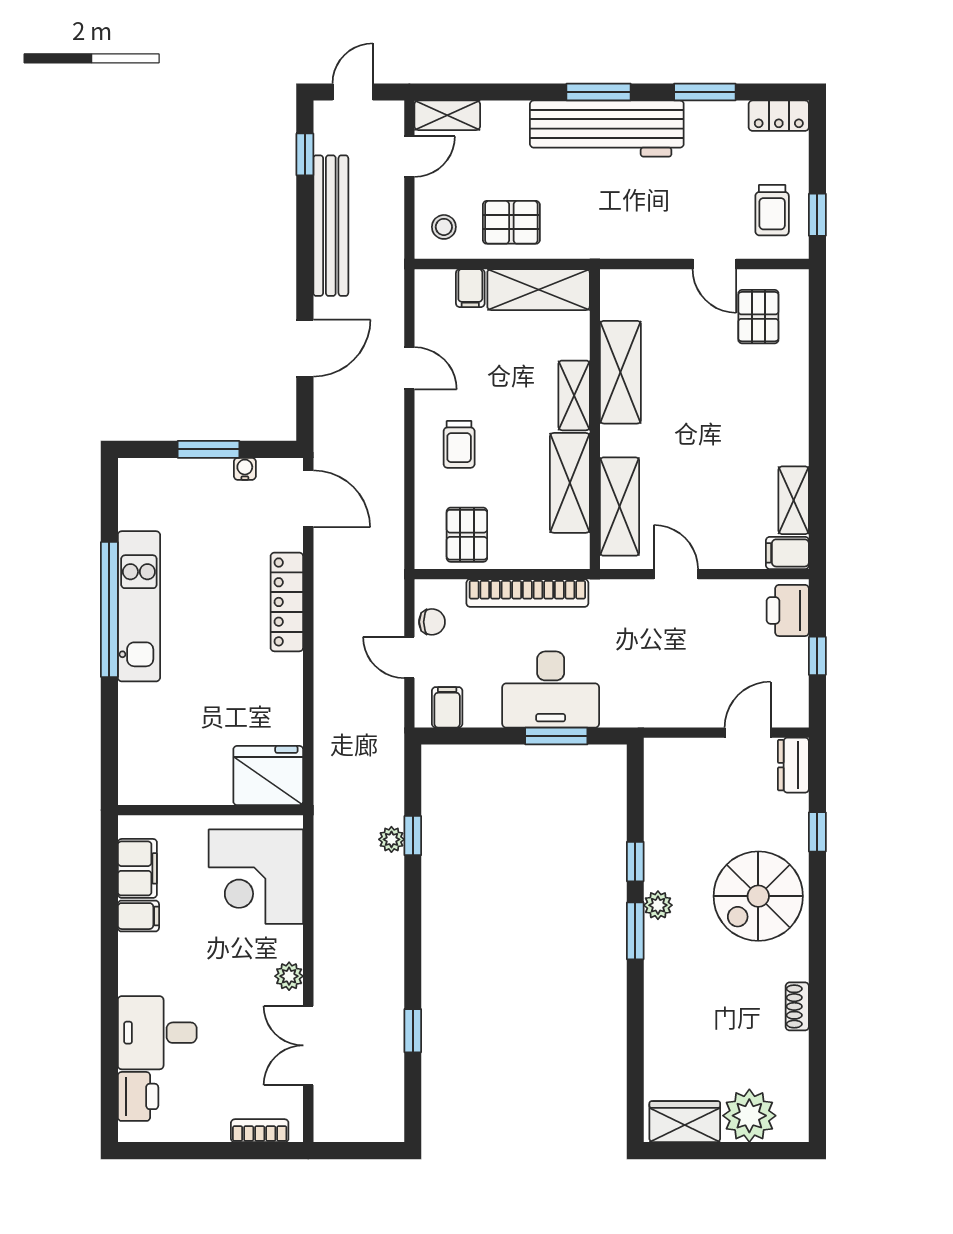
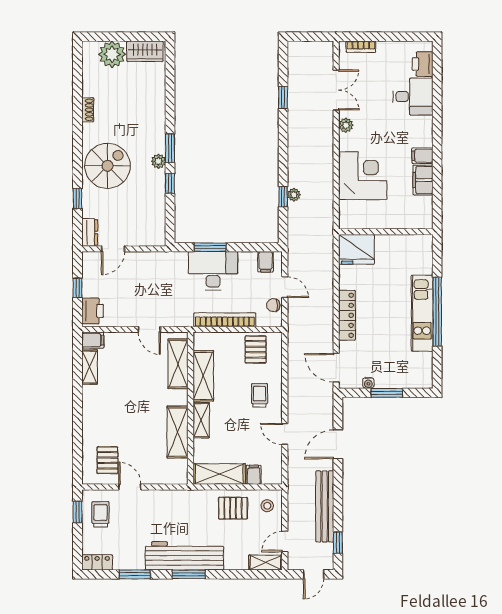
fridge: (268, 775) -> (356, 249), moved
wall: (210, 810) -> (386, 232), moved

